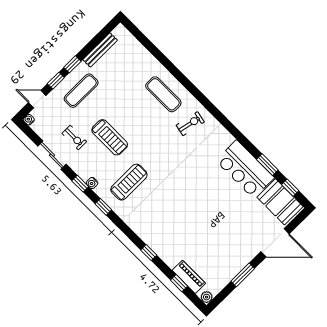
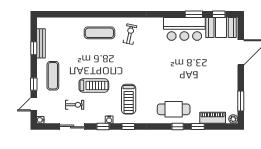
window: (72, 64) -> (34, 48), moved
treadmill: (129, 182) -> (129, 99), turned 180
cafe table: (161, 233) -> (174, 109), added
window: (243, 275) -> (241, 101), moved
window: (179, 283) -> (198, 127), moved

